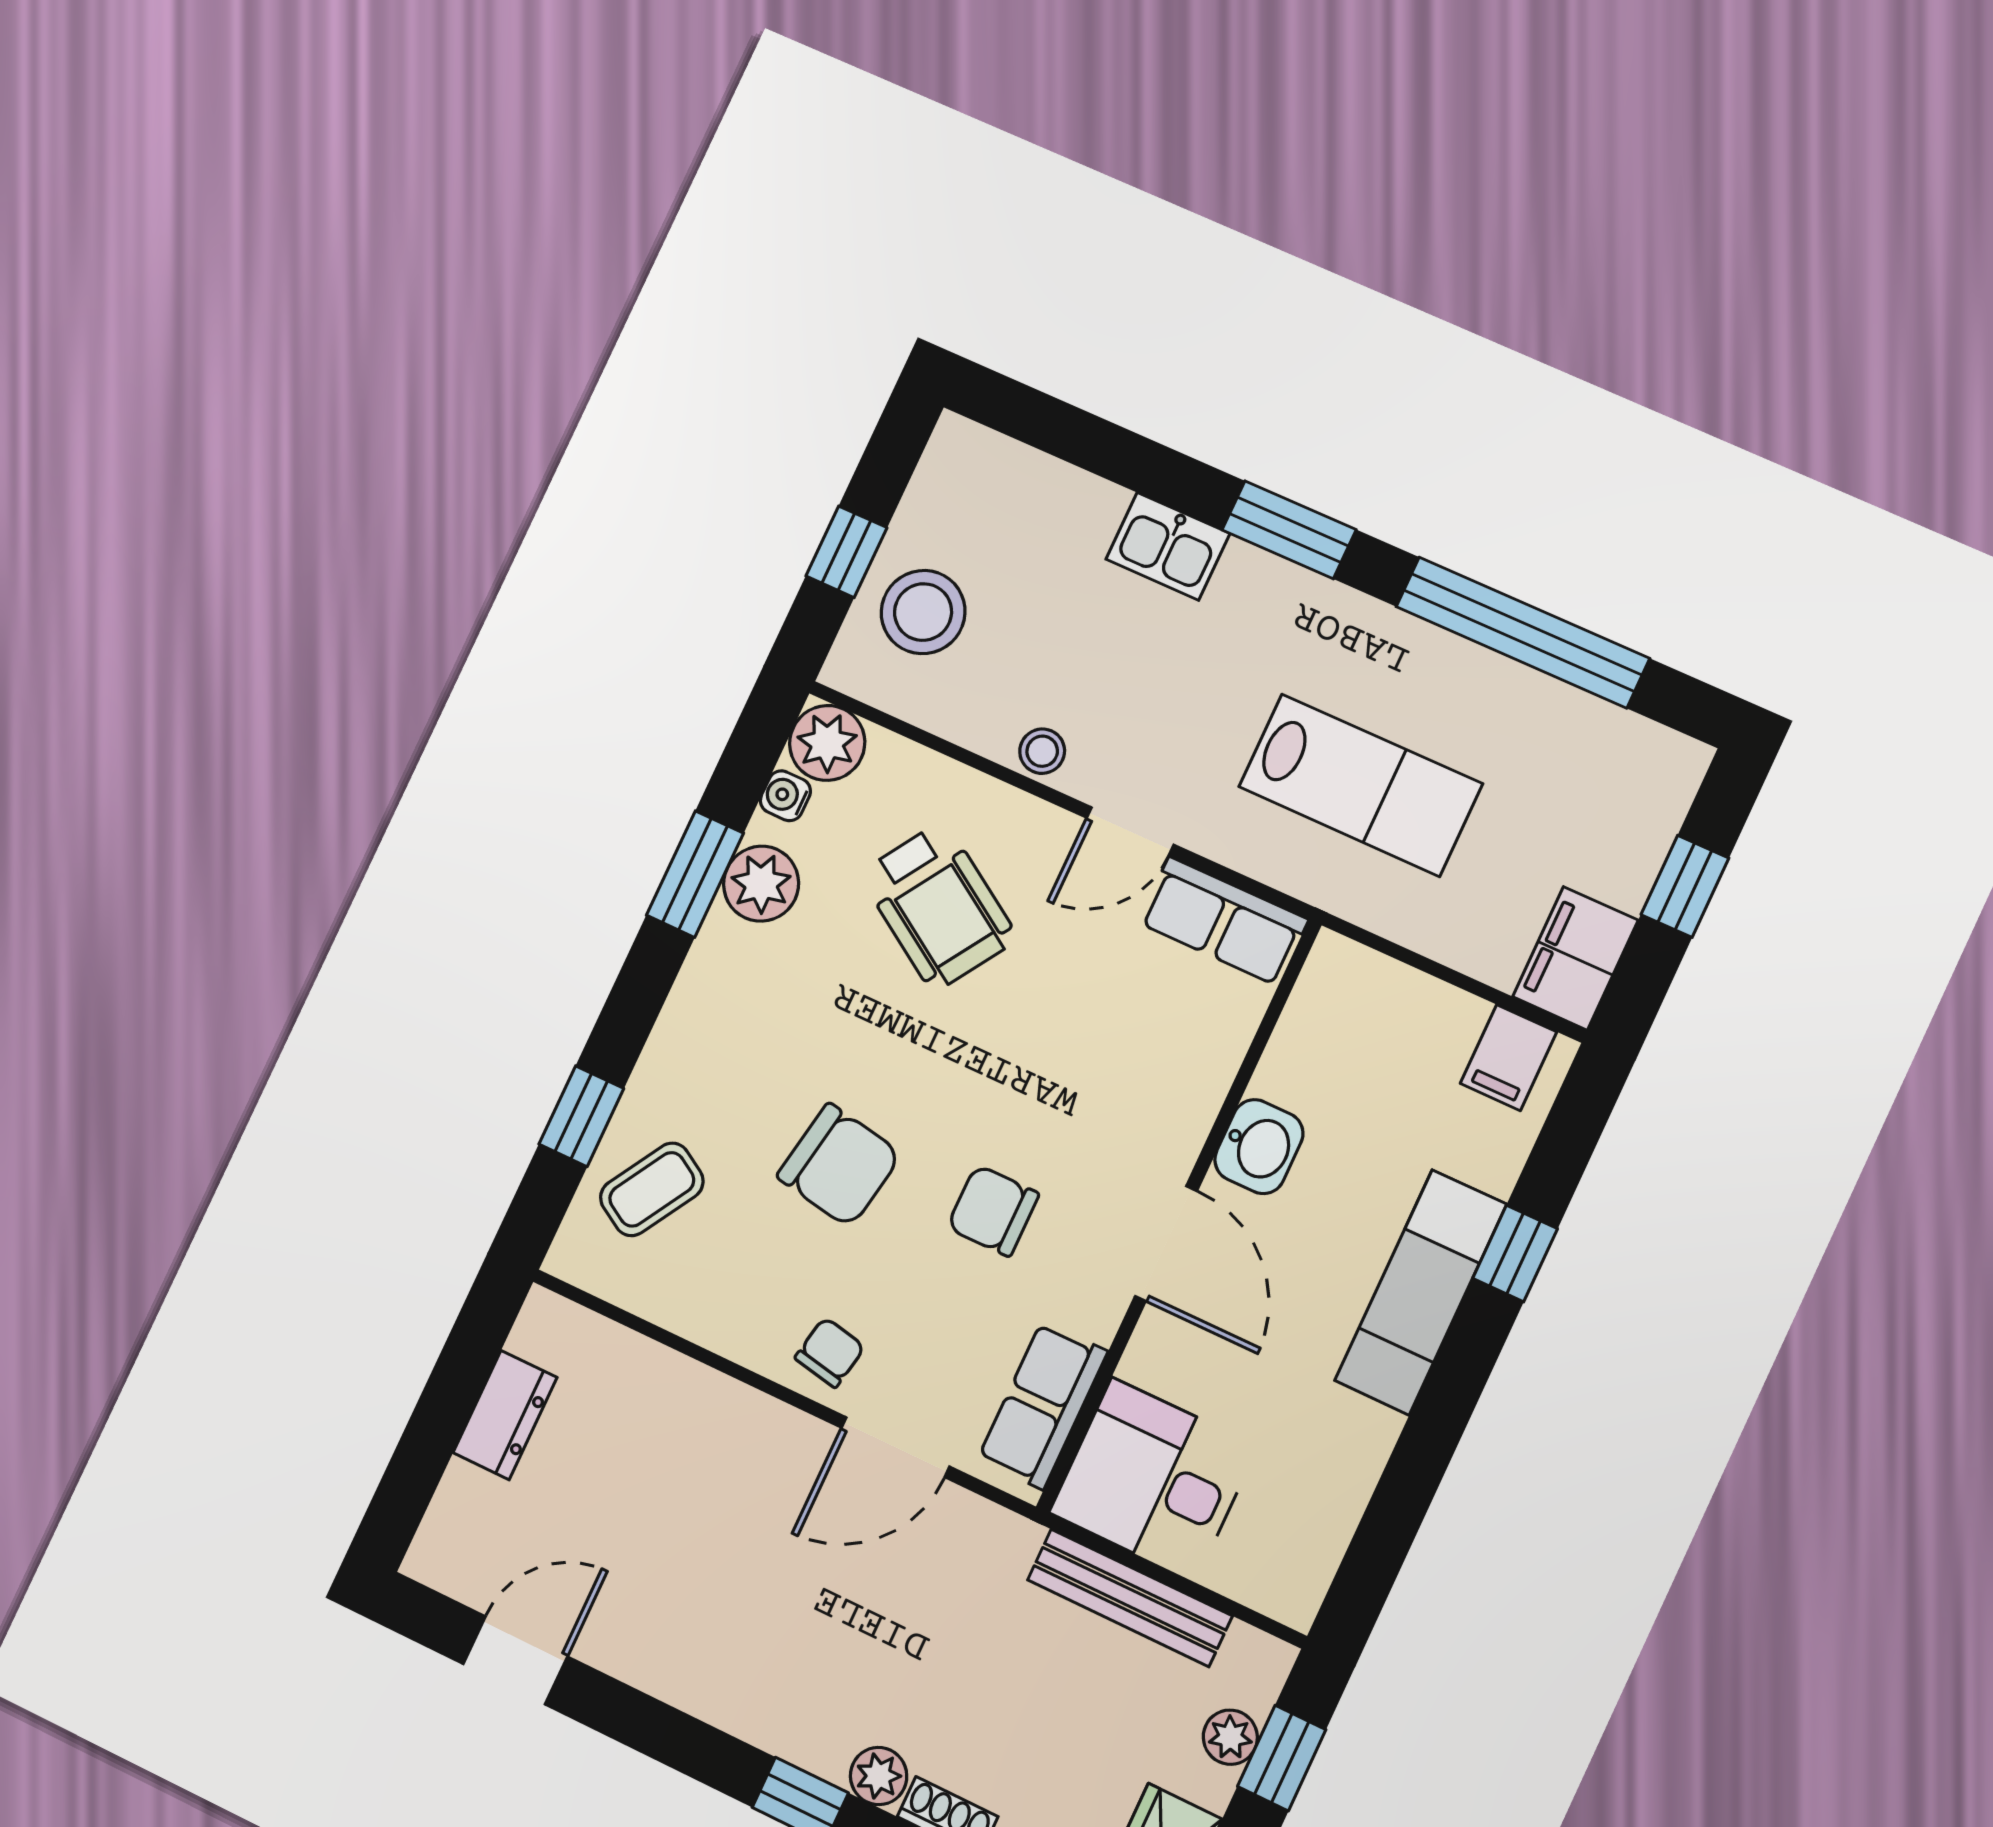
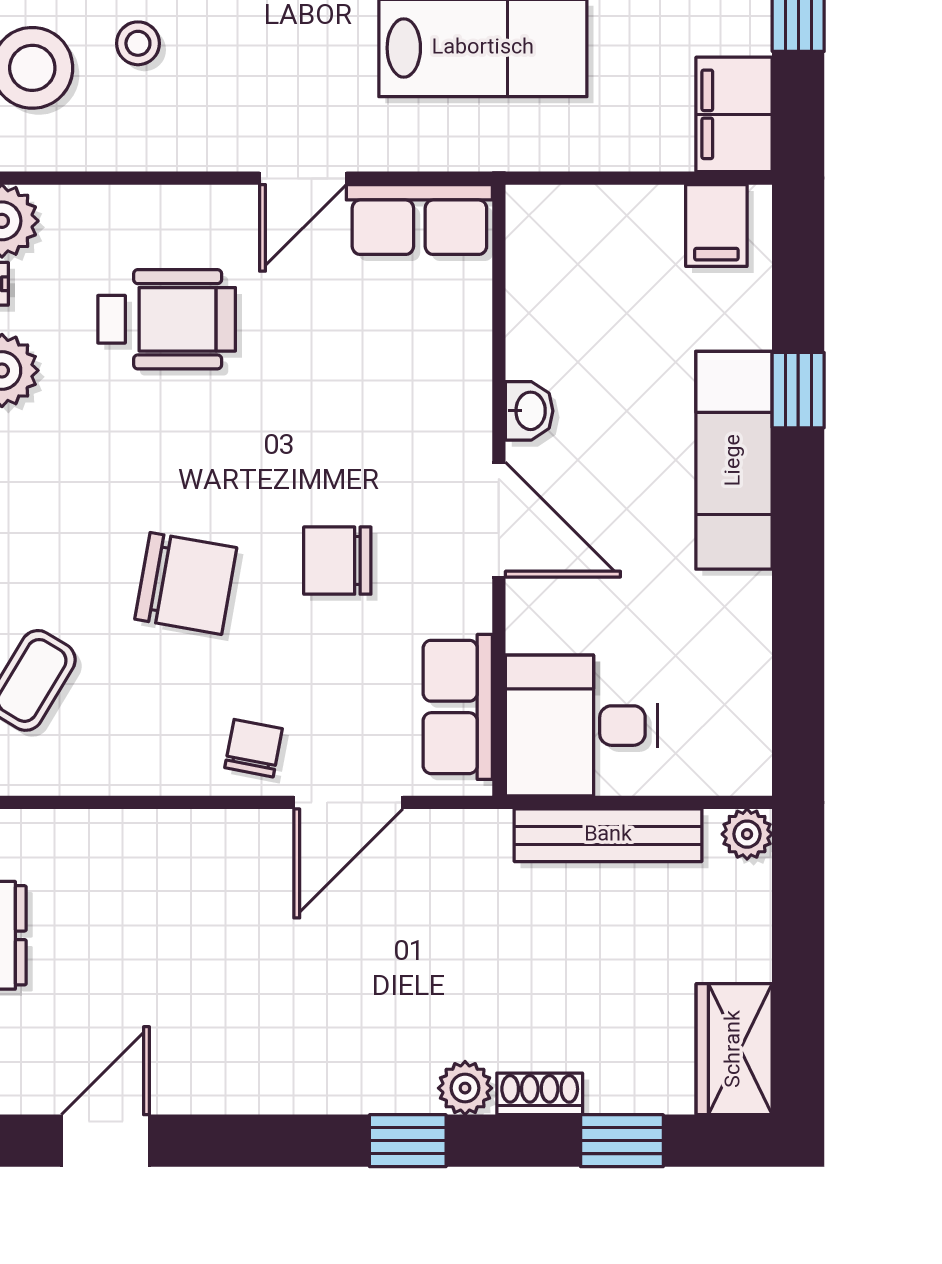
stool: (1042, 751) -> (138, 43), moved
wheelchair: (938, 906) -> (167, 319), turned -33
washbasin: (1259, 1147) -> (529, 411), width x0.72, depth x0.69
plant: (1230, 1737) -> (747, 834), moved
window: (1282, 1758) -> (798, 909), removed

